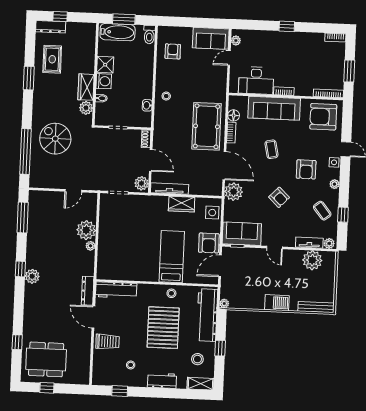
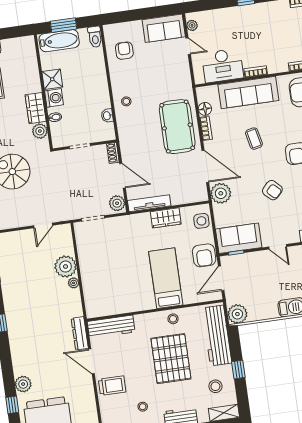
door: (229, 58) -> (188, 46), swing flipped
plant: (32, 276) -> (23, 384), moved
plant: (224, 304) -> (237, 314), width x1.87, depth x1.87

